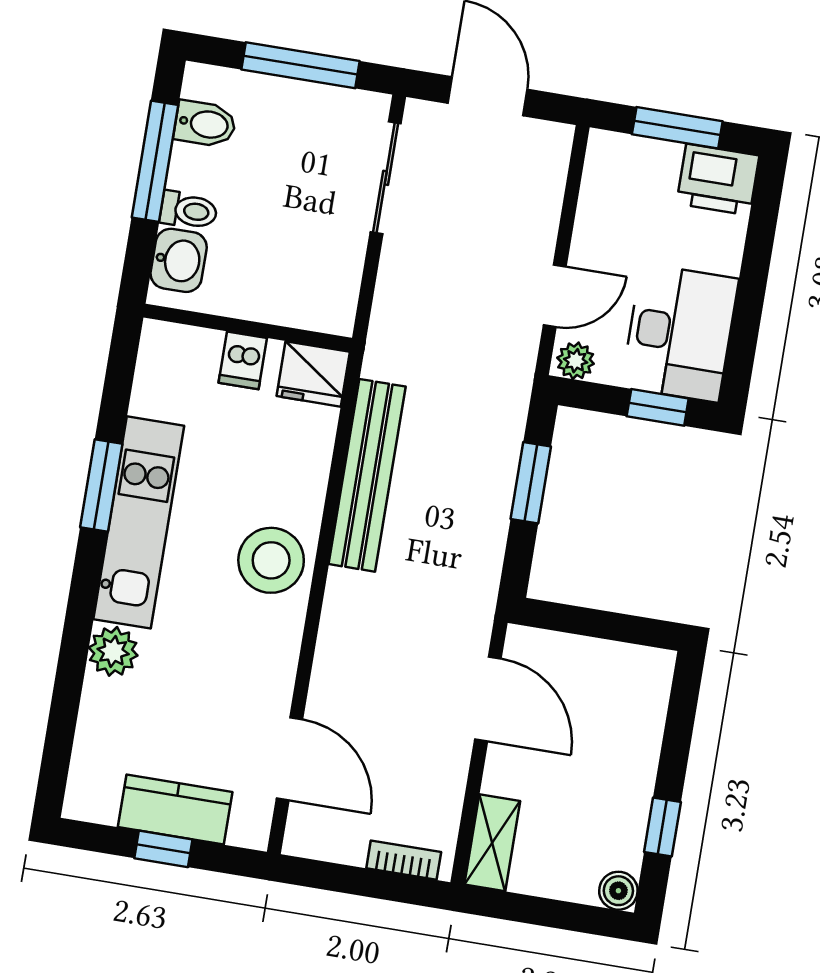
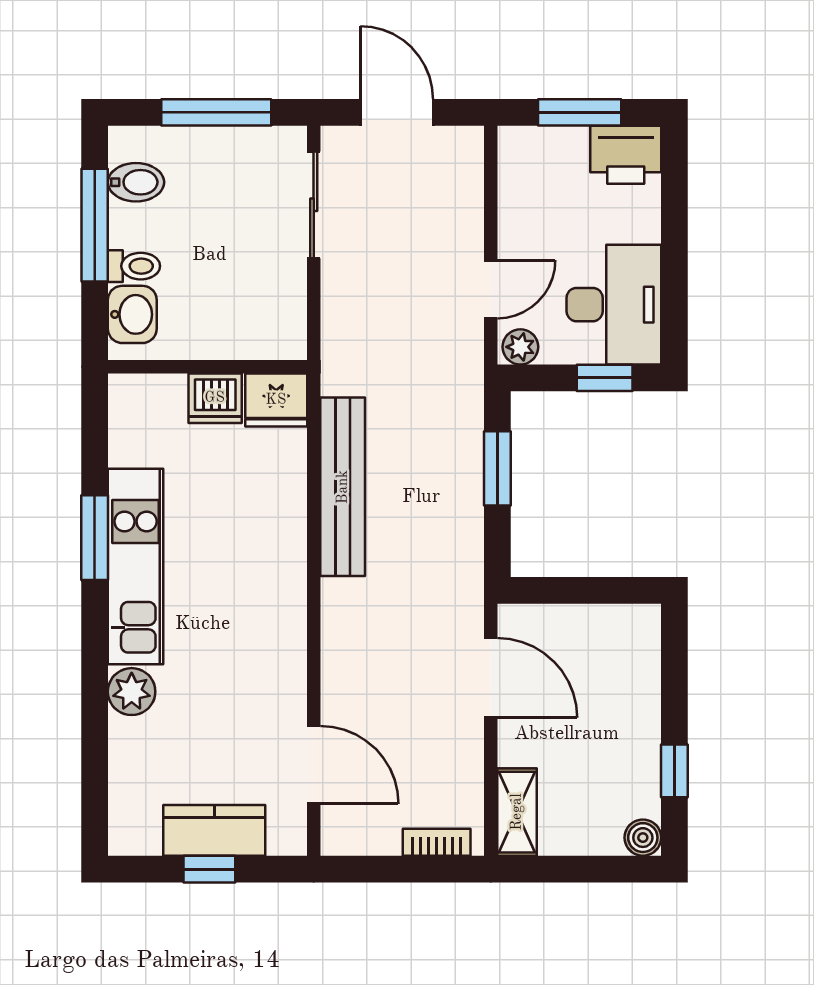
dishwasher: (243, 360) -> (215, 398), width x1.38
stool: (271, 560) -> (266, 582), removed

